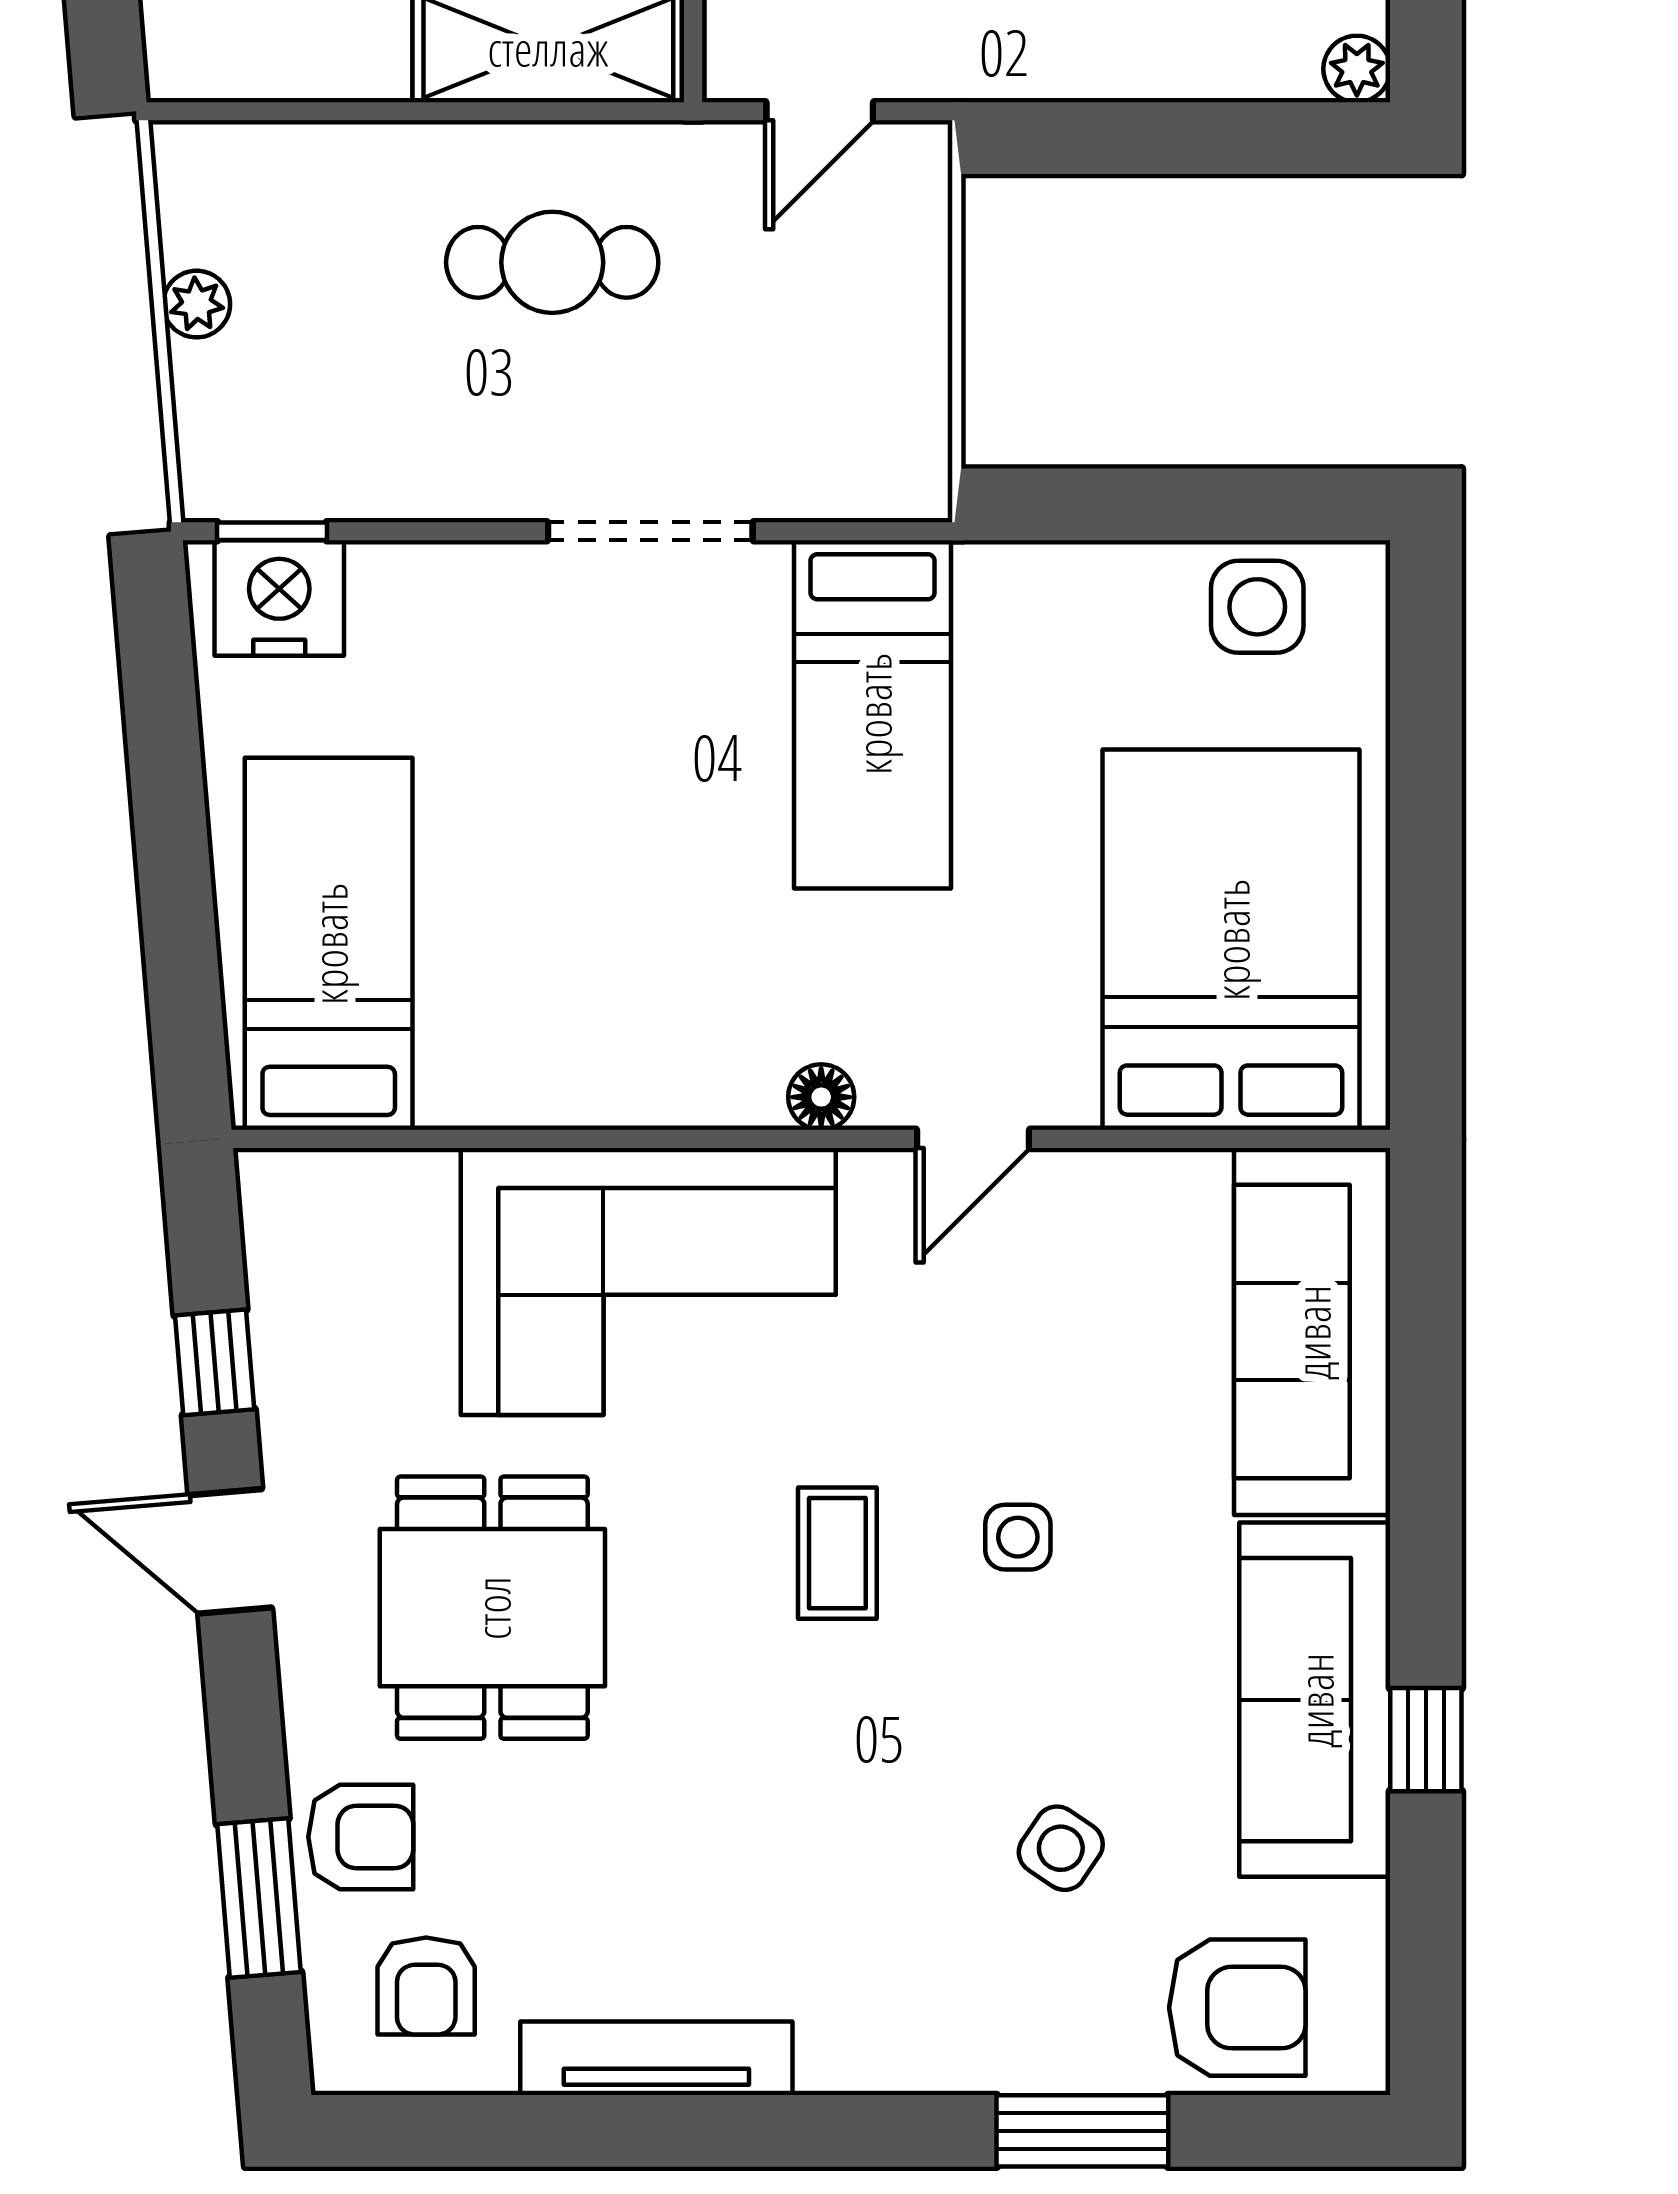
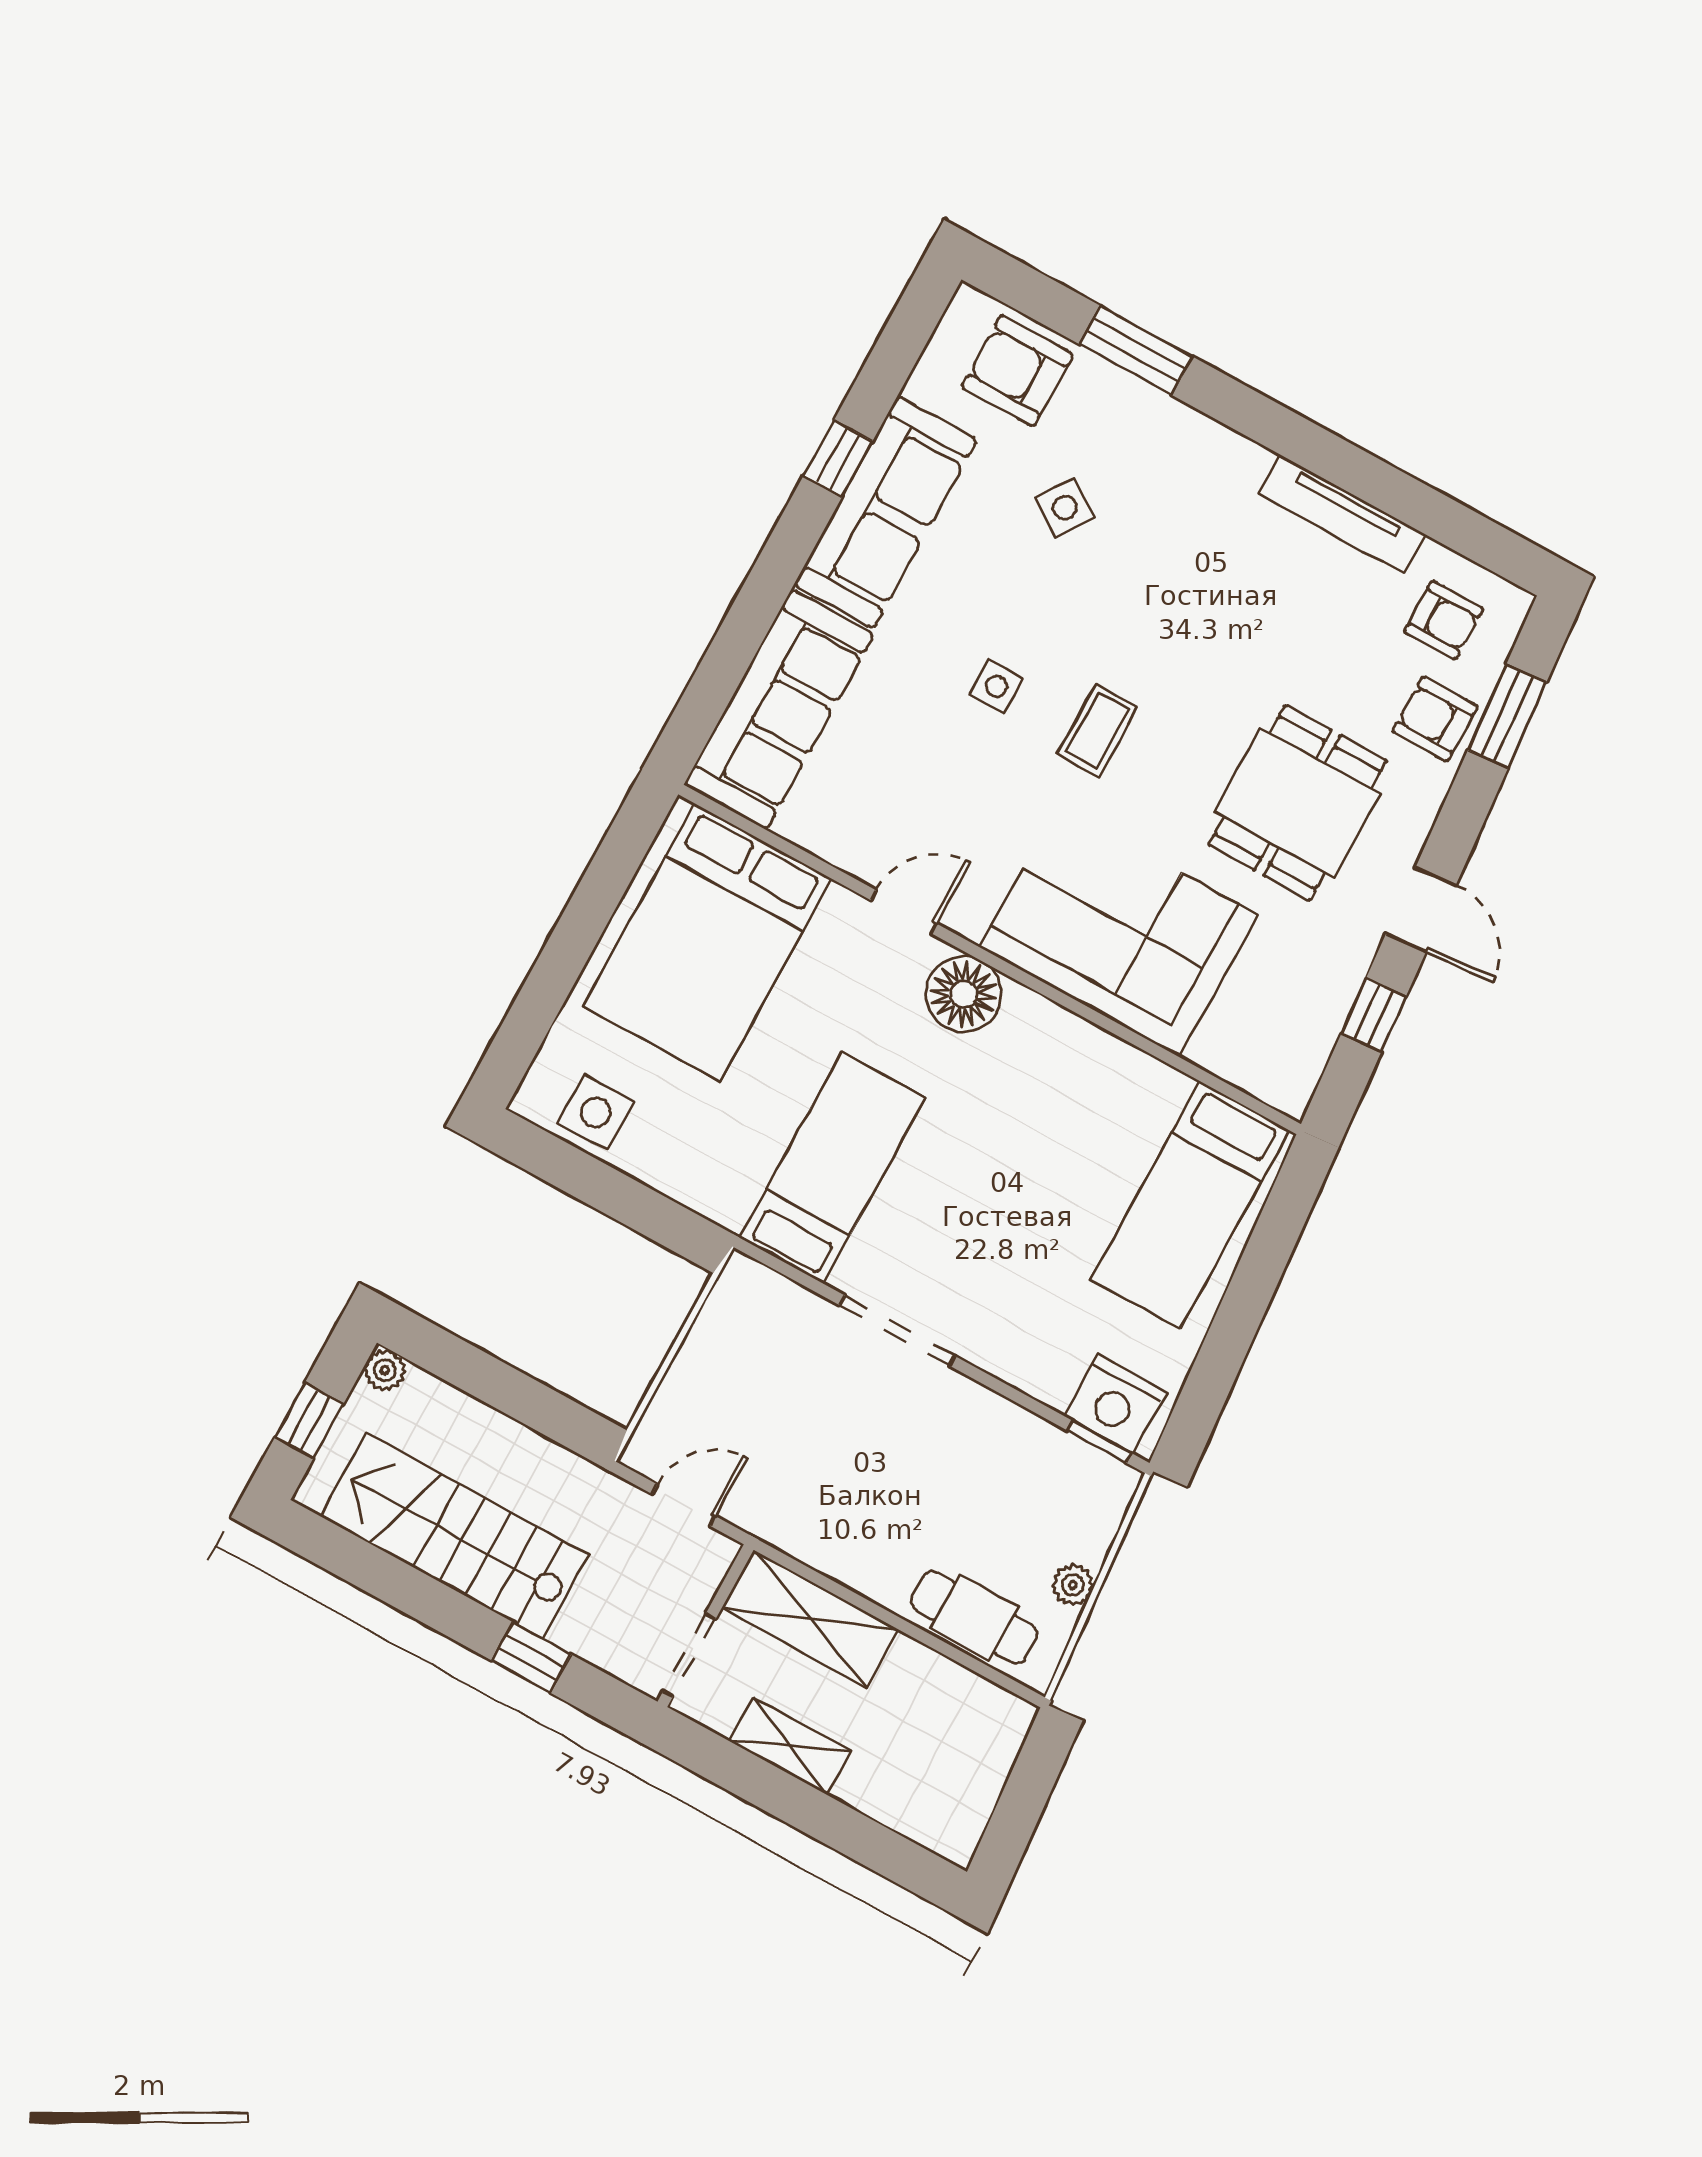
cafe table: (552, 262) -> (974, 1618), moved
floor lamp: (821, 1097) -> (964, 994), width x1.89, depth x1.89
armchair: (426, 1986) -> (1444, 620), turned 90

